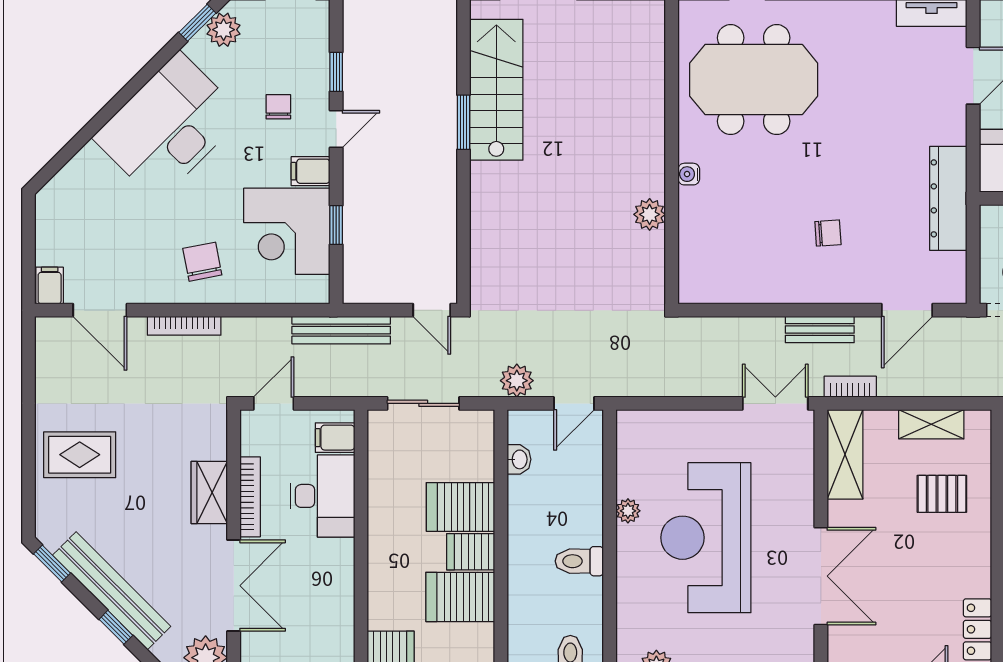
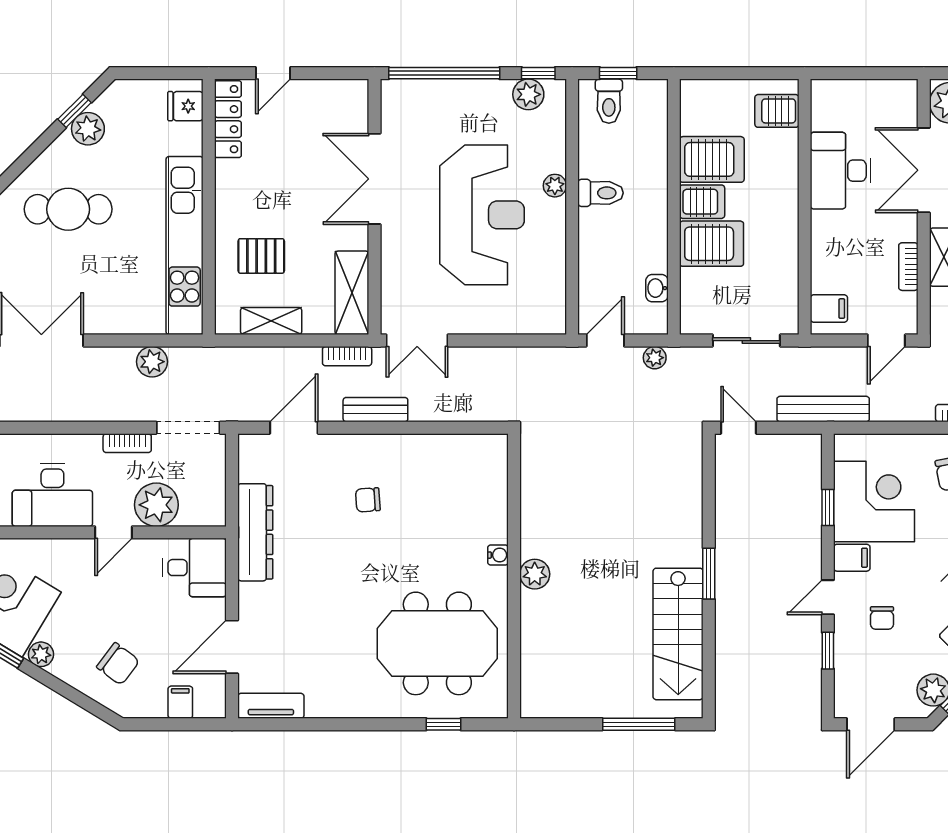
window: (464, 122) -> (709, 574), moved
plant: (650, 214) -> (535, 574), moved
plant: (517, 381) -> (655, 358), width x0.73, depth x0.73
desk: (322, 496) -> (841, 171), moved
bookcase: (250, 497) -> (908, 267), width x0.64
plant: (628, 511) -> (555, 186), moved

